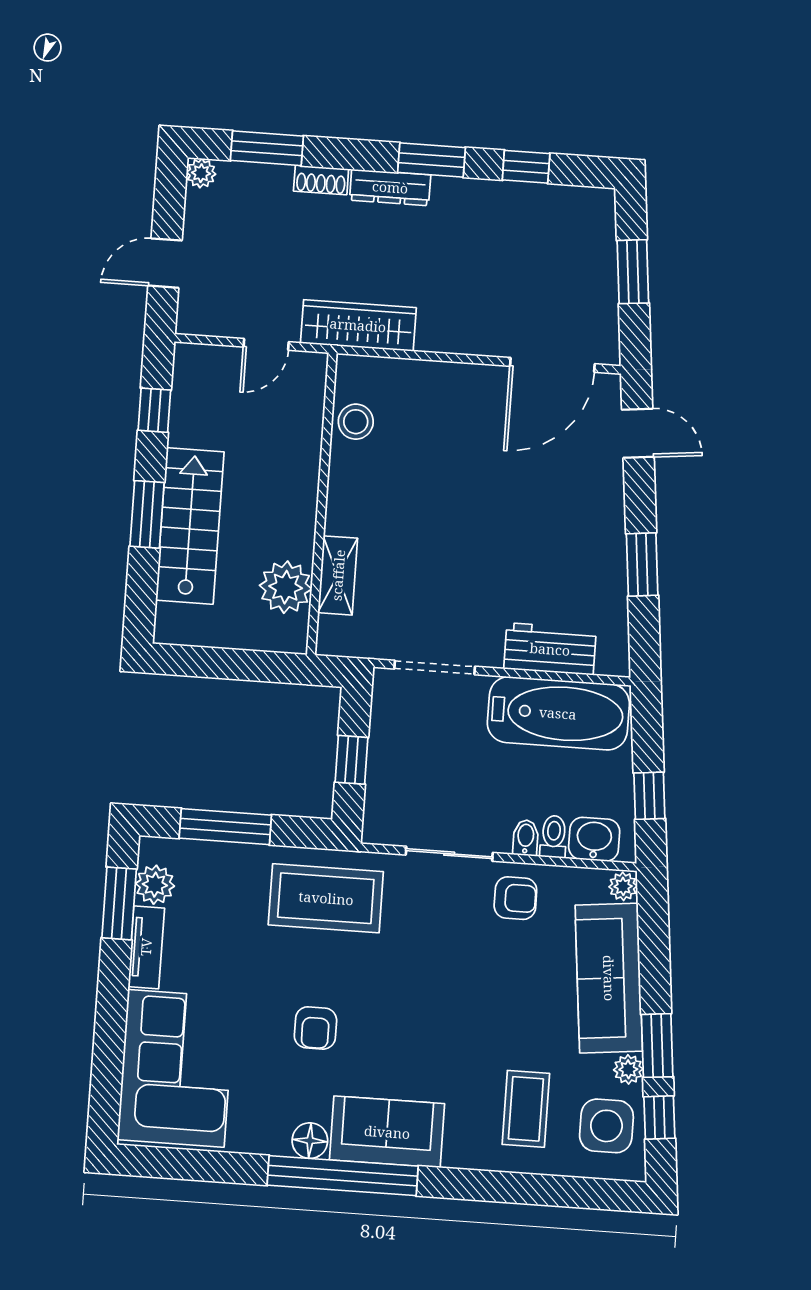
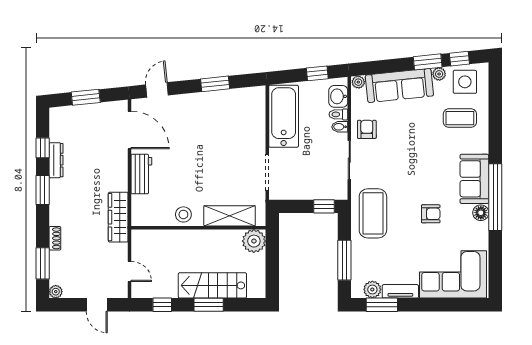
dresser: (390, 187) -> (56, 160), moved
door: (266, 344) -> (130, 271), moved
stool: (356, 422) -> (183, 214), moved
shelving: (338, 575) -> (230, 216), width x1.50, depth x1.33
plant: (286, 587) -> (254, 241), moved
workbench: (550, 649) -> (141, 174), moved, turned 180
window: (352, 760) -> (324, 206), moved

